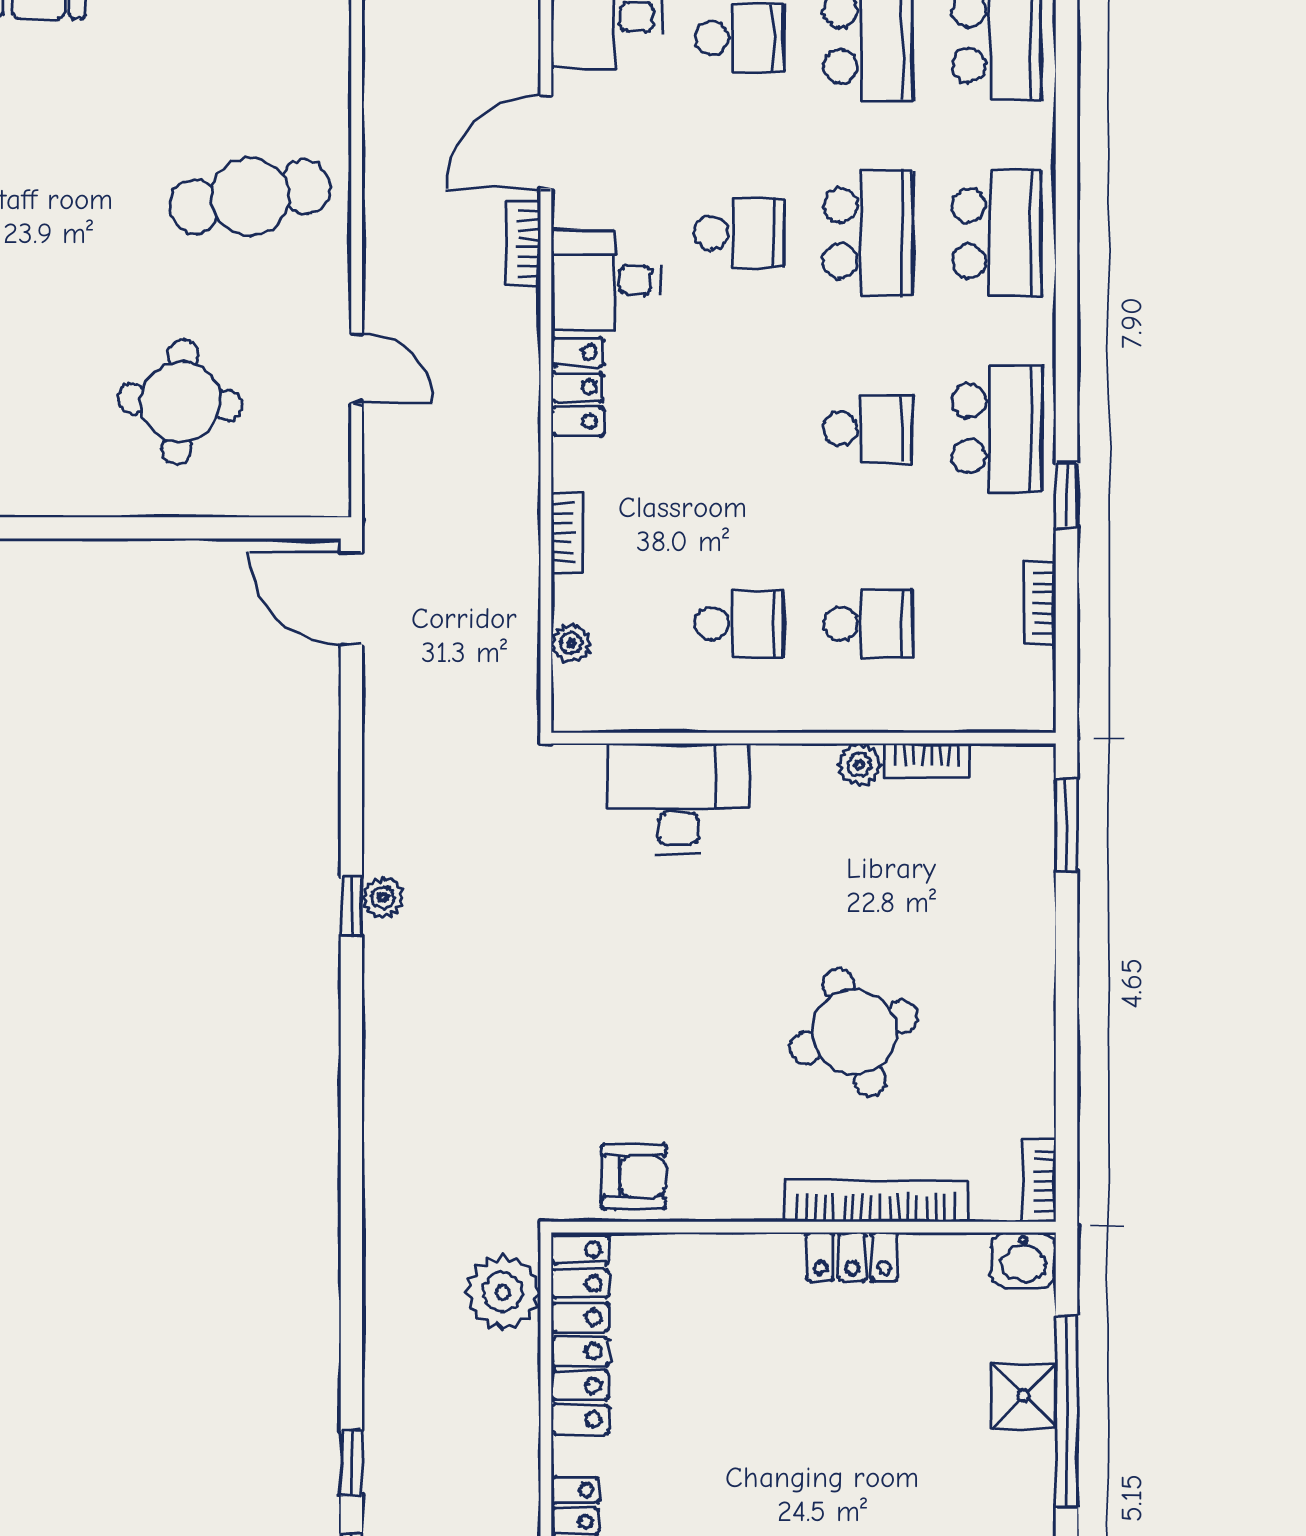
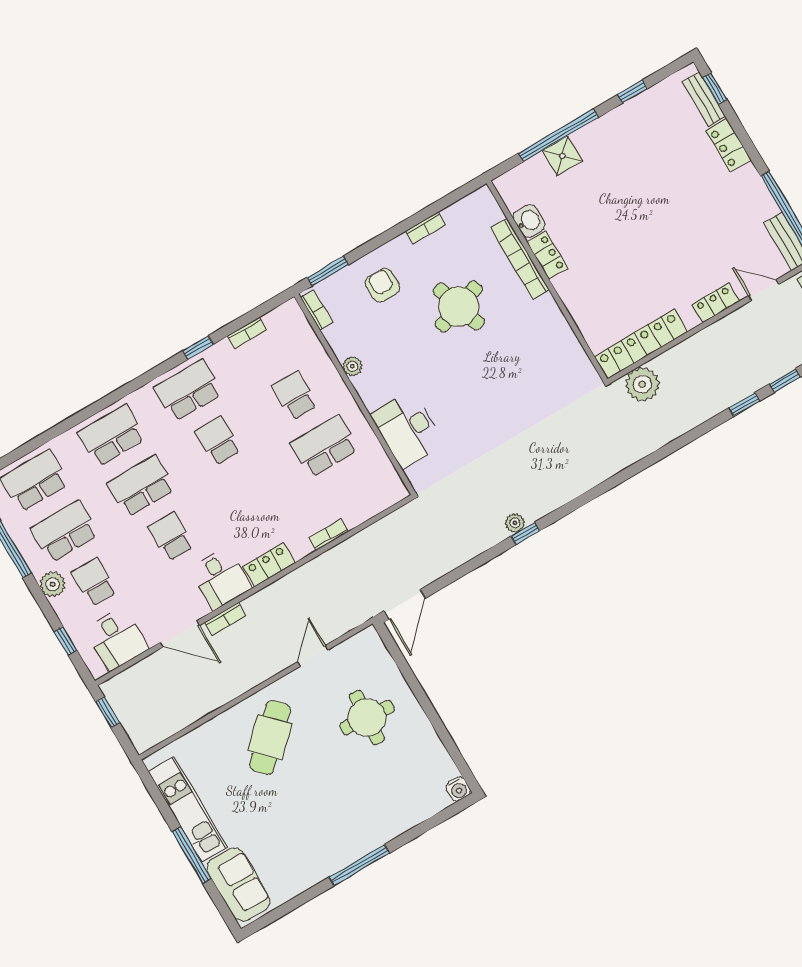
cafe table: (250, 197) -> (270, 737), turned 56
school desk: (739, 624) -> (325, 446), width x1.85
plant: (571, 643) -> (371, 508), removed
bookcase: (927, 760) -> (317, 310), moved
armchair: (634, 1176) -> (383, 285), moved
bookcase: (1039, 1181) -> (425, 228), moved
washbasin: (1023, 1260) -> (529, 221), moved

